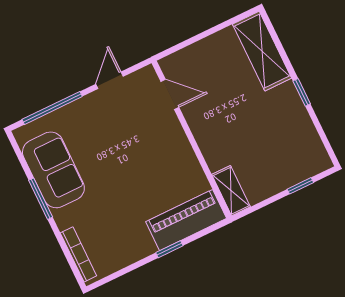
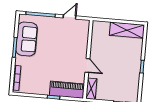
shelving: (262, 51) -> (127, 30), moved, turned 90
door: (170, 94) -> (87, 66), moved

